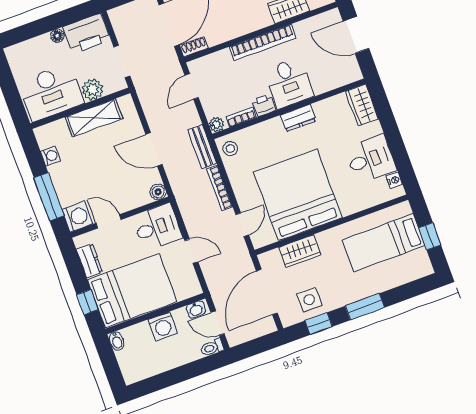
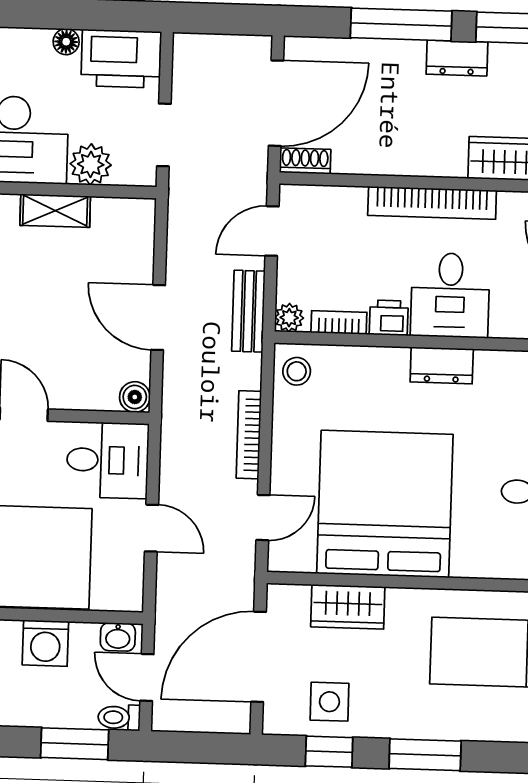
shelving: (94, 118) -> (55, 211), width x0.67, depth x0.75
bench: (202, 147) -> (248, 311), moved
window: (196, 369) -> (75, 744), added

